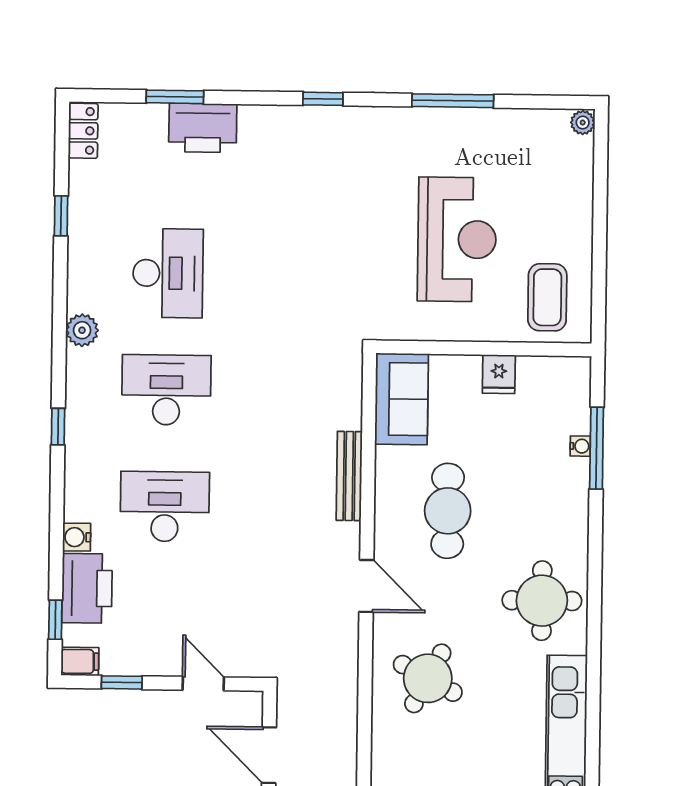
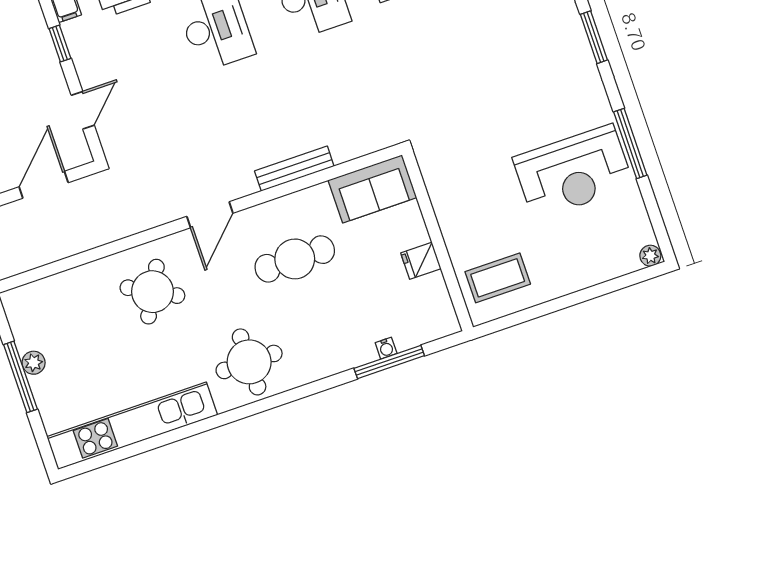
window: (323, 99) -> (594, 37), width x1.50
reception desk: (457, 239) -> (573, 172), moved

